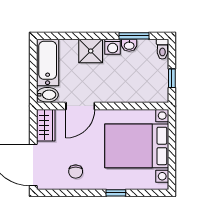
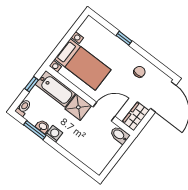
shower: (91, 51) -> (78, 107), moved
bathtub: (48, 63) -> (55, 89), moved, turned -90
bed with nightstands: (137, 146) -> (83, 64), width x0.73

